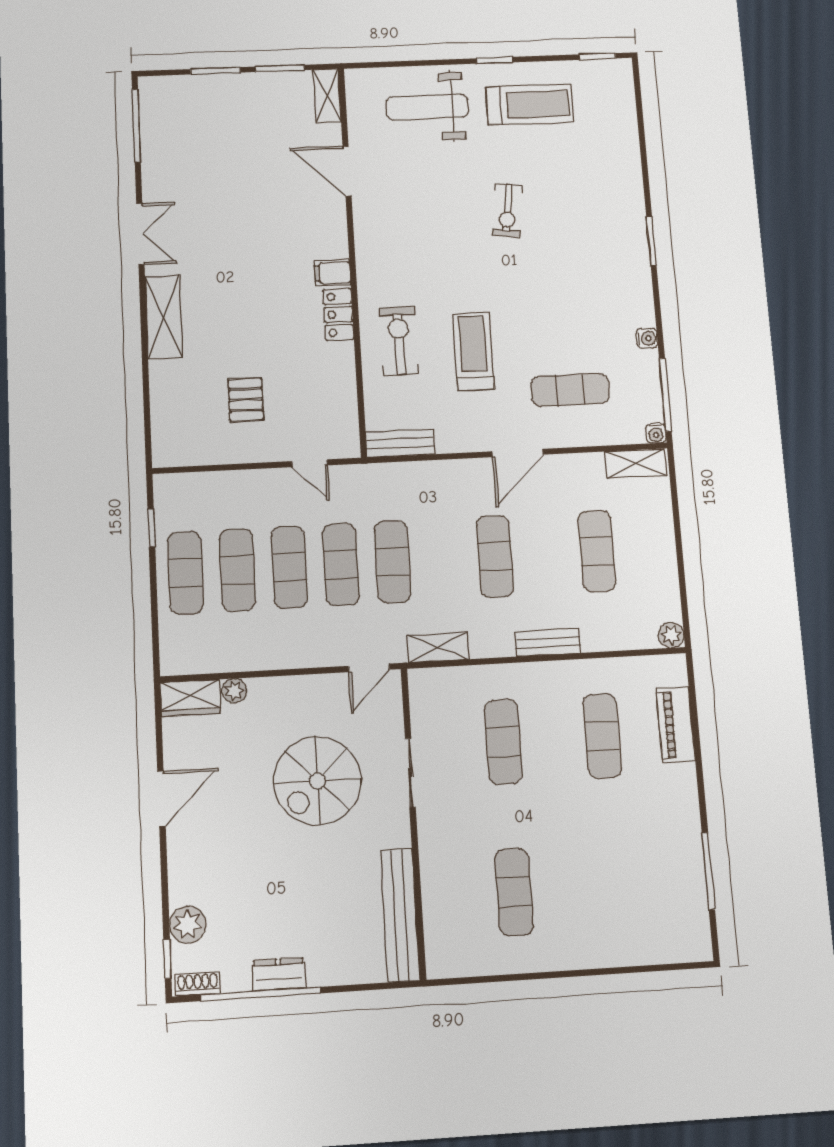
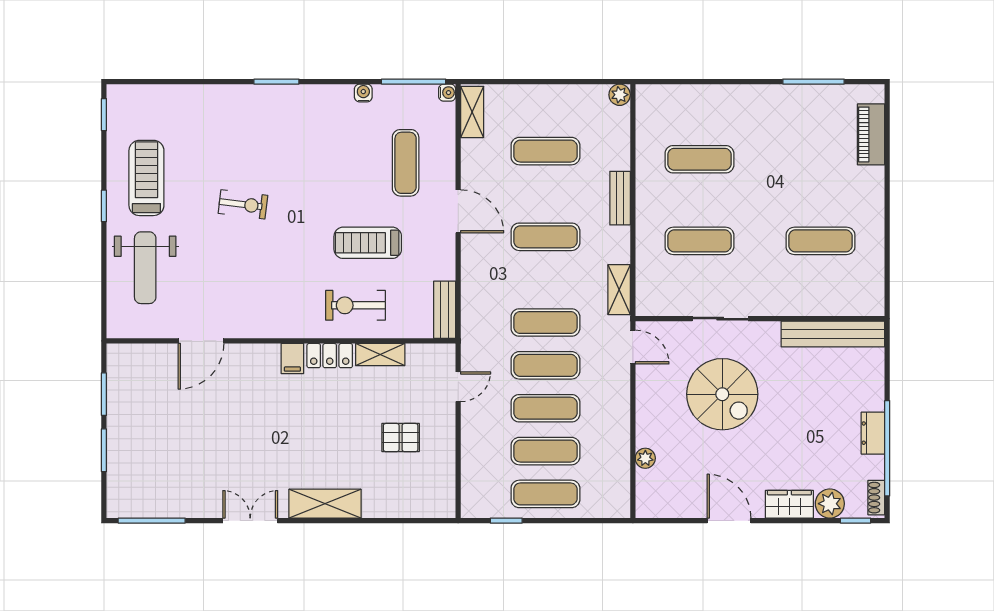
shelving: (327, 96) -> (380, 355), moved
wardrobe: (190, 698) -> (789, 504), moved, turned -90
piano: (676, 725) -> (871, 134), moved, turned 90

